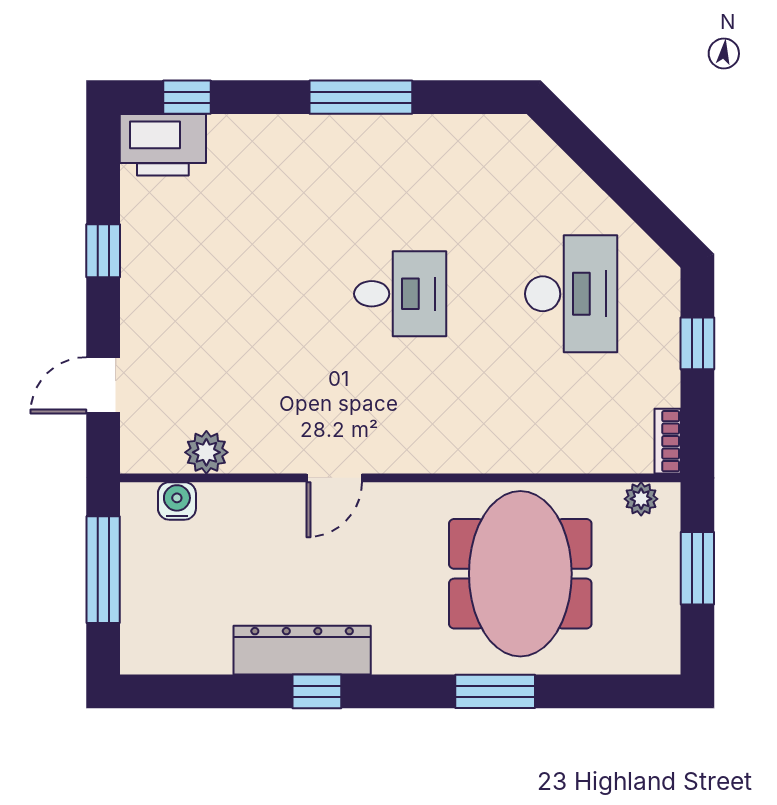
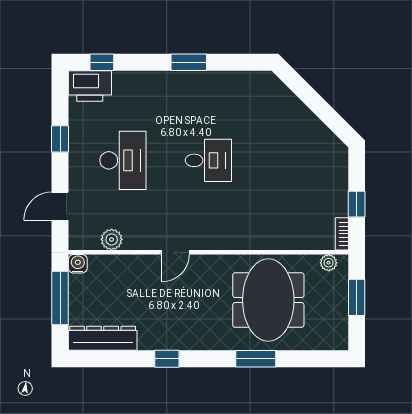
window: (361, 97) -> (189, 62), width x0.69
desk: (571, 294) -> (123, 160), moved
window: (697, 343) -> (357, 204), moved
water cooler: (177, 501) -> (78, 264), moved
dresser: (302, 650) -> (103, 338), moved

